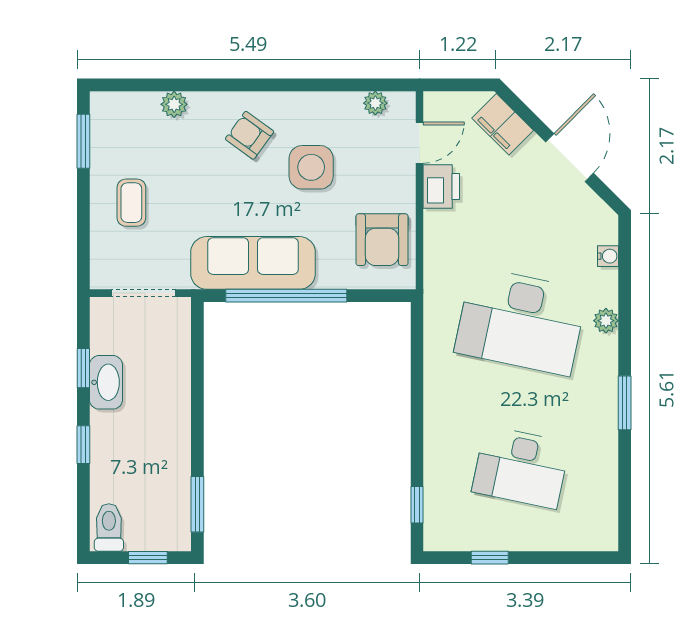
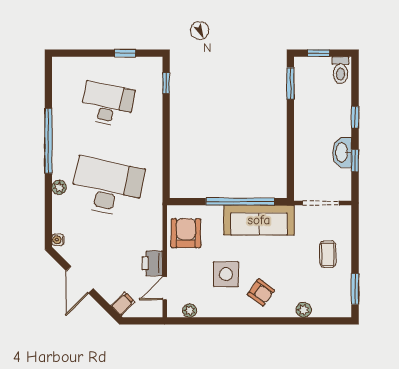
filing cabinet: (503, 124) -> (123, 304), width x0.50
water cooler: (608, 256) -> (58, 240), moved
window: (625, 403) -> (48, 141), width x2.11

